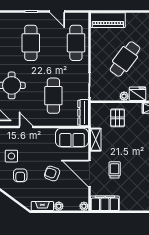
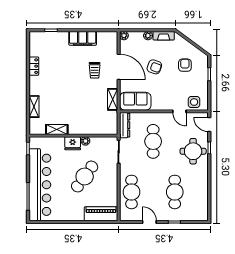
pallet: (118, 118) -> (92, 120), removed
side table: (11, 156) -> (194, 102), moved
filing cabinet: (105, 203) -> (83, 38), moved

